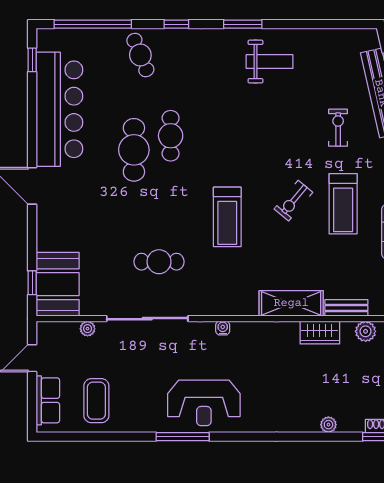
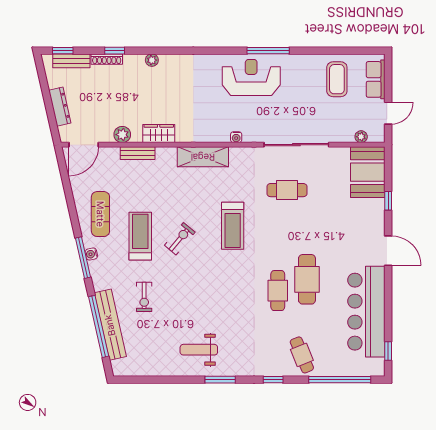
treadmill: (227, 217) -> (233, 226), turned 180
window: (32, 283) -> (388, 201), moved
shelving: (291, 303) -> (203, 157), moved
plant: (88, 329) -> (361, 137), moved

